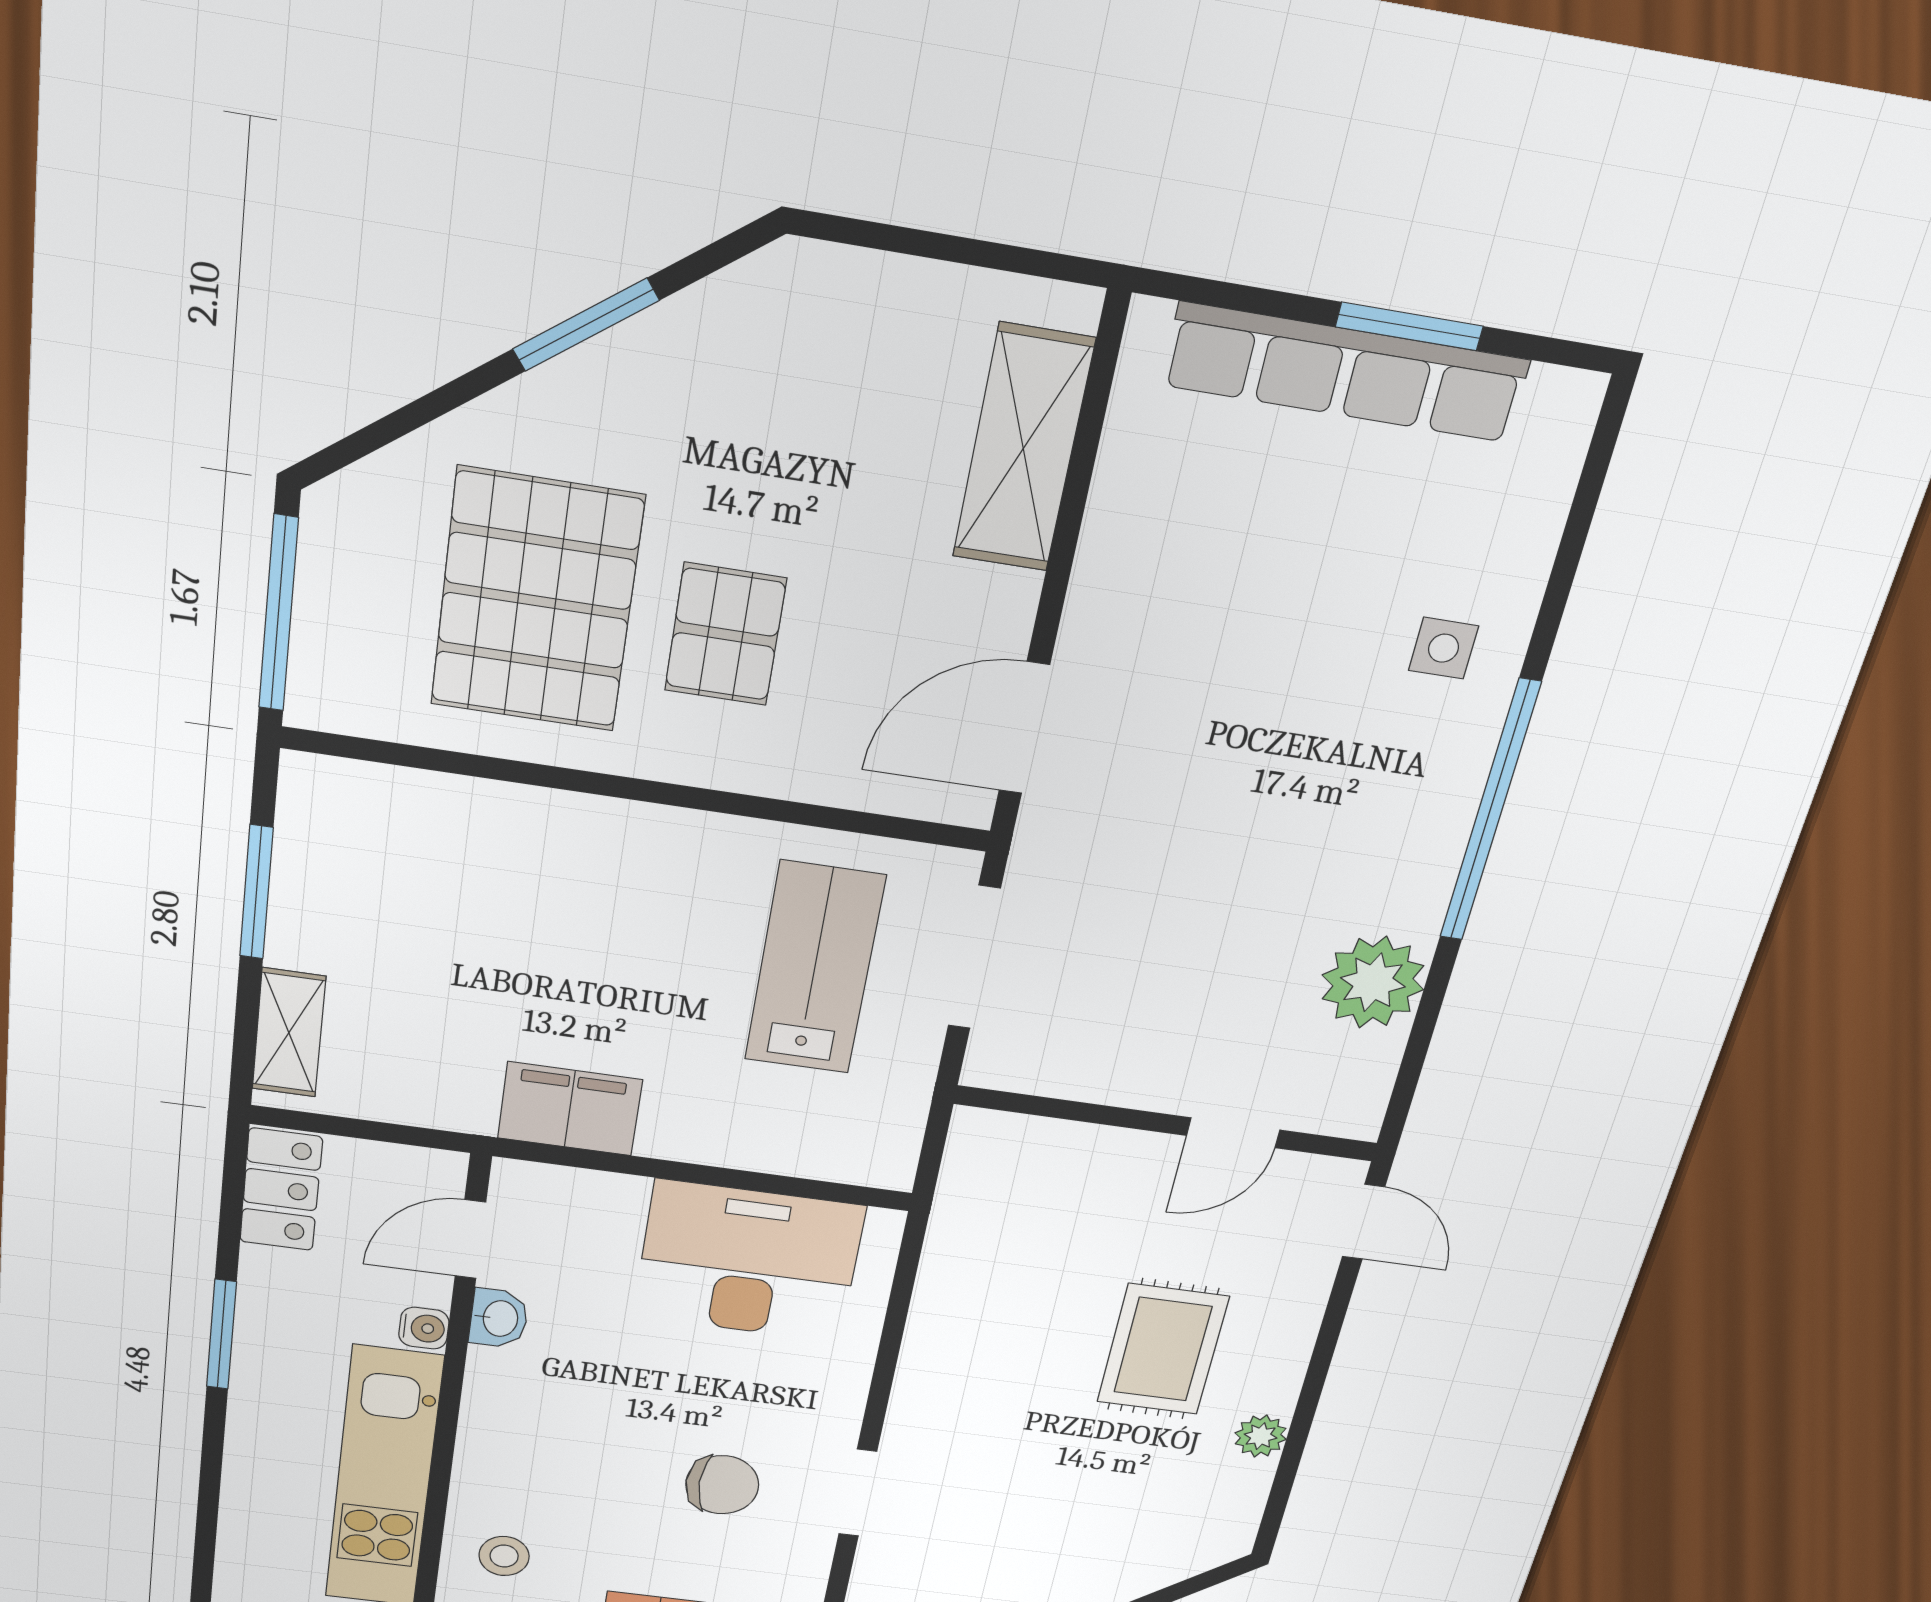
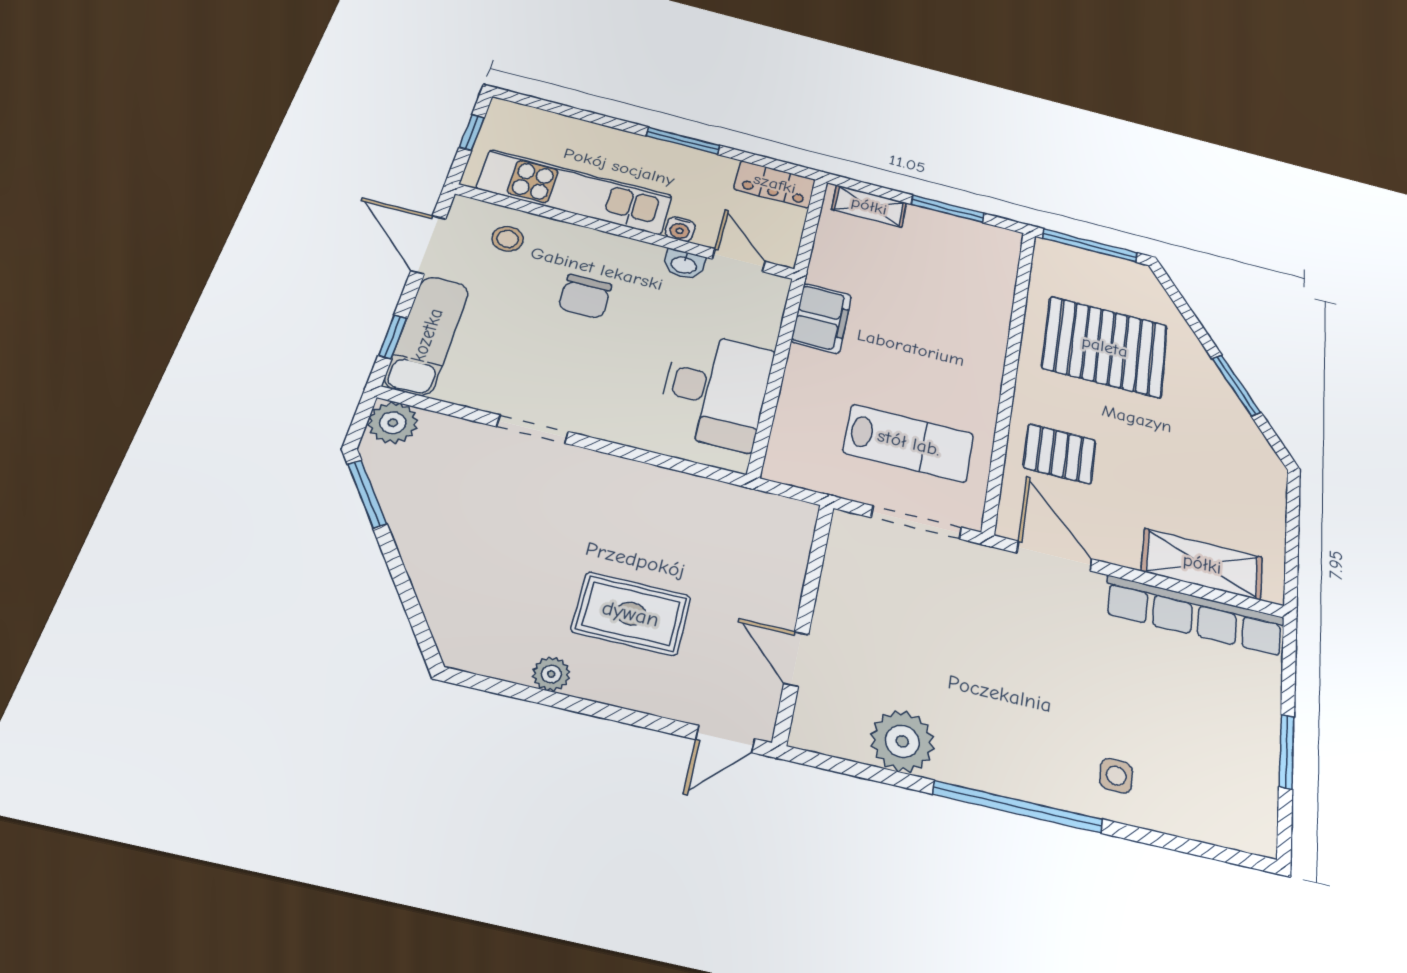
row of seats: (1345, 372) -> (1195, 616), moved, turned -90
pallet: (725, 634) -> (1060, 454), moved
chair: (722, 1485) -> (585, 297), moved

